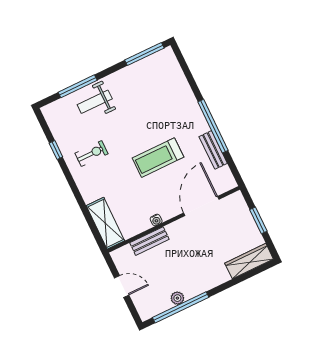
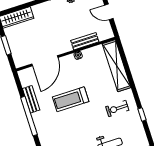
treadmill: (158, 158) -> (71, 99), turned 180
shelving: (105, 223) -> (117, 66), width x1.47

